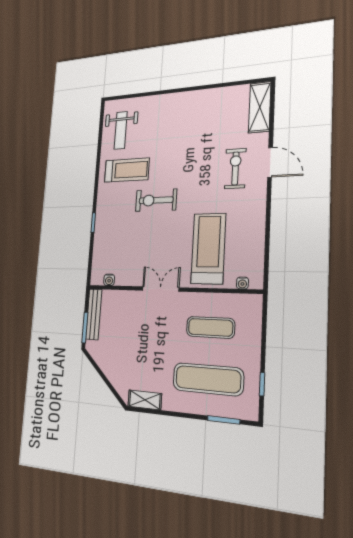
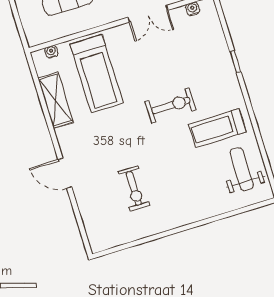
shelving: (260, 107) -> (56, 100), moved
exercise bike: (235, 168) -> (134, 188), moved
double door: (161, 289) -> (148, 14), moved

